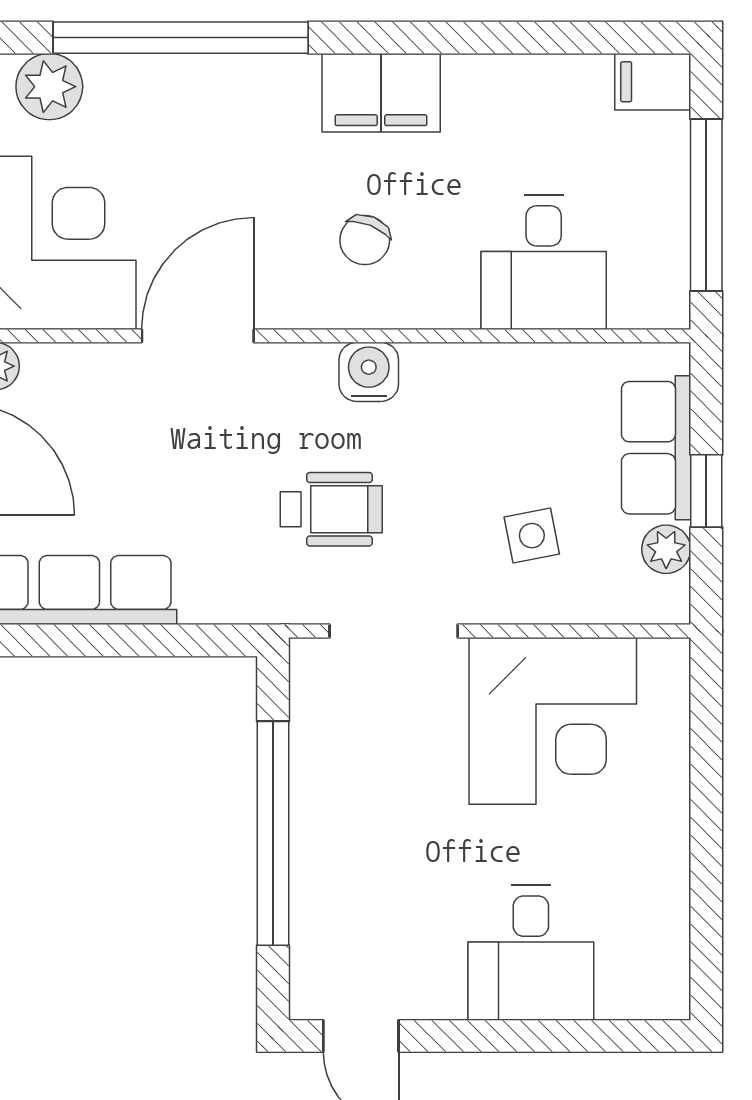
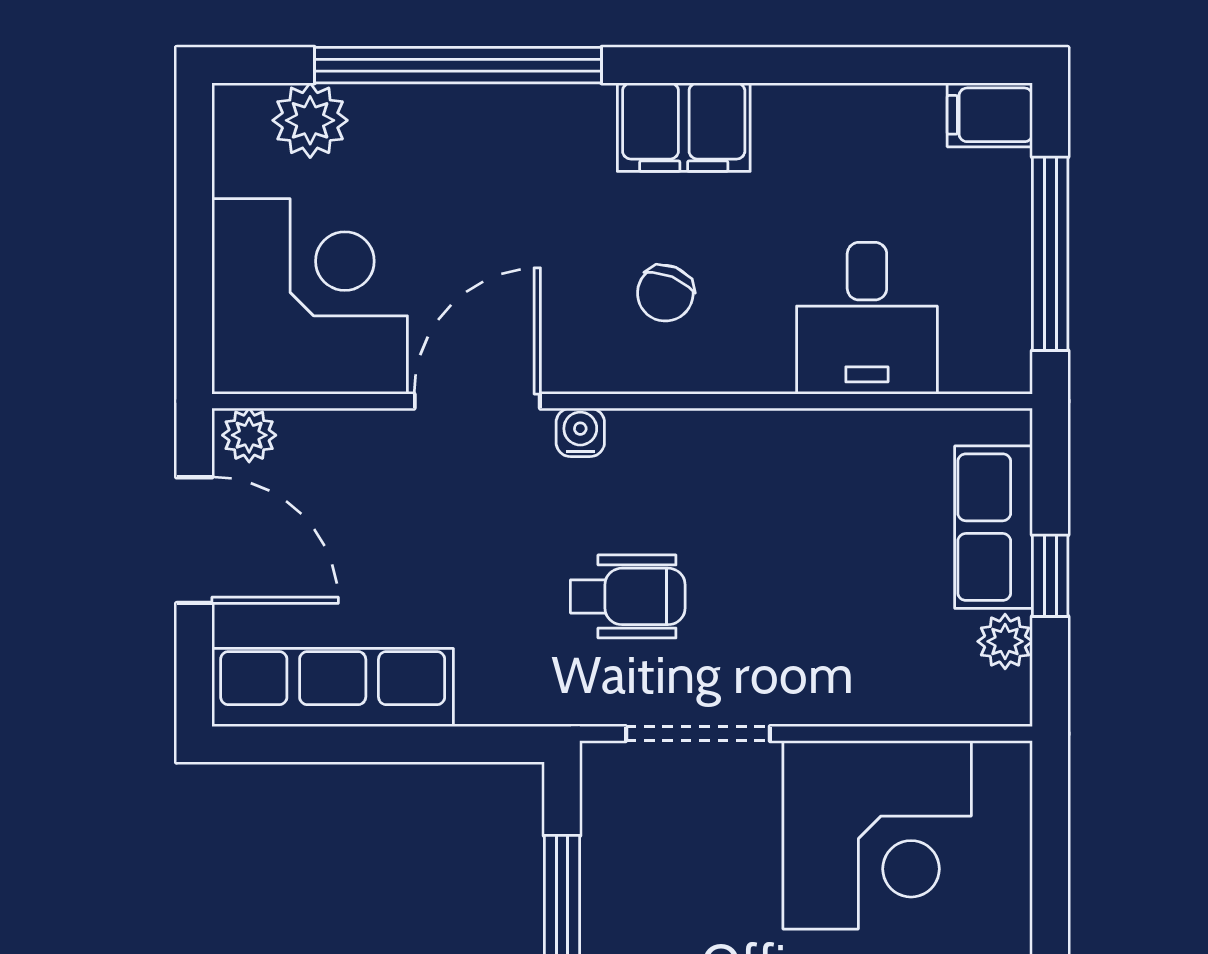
water cooler: (369, 372) -> (580, 432), moved, width x0.72, depth x0.72
side table: (532, 536) -> (854, 626), removed

